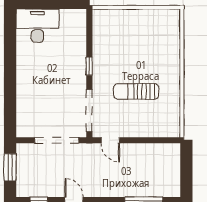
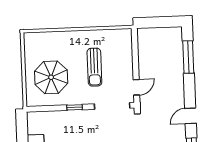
parasol: (126, 40) -> (51, 77), added

